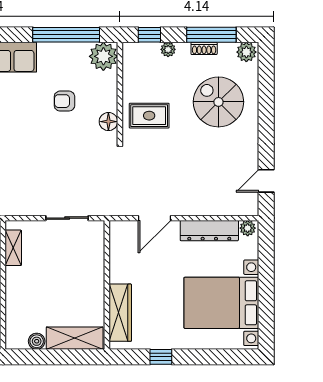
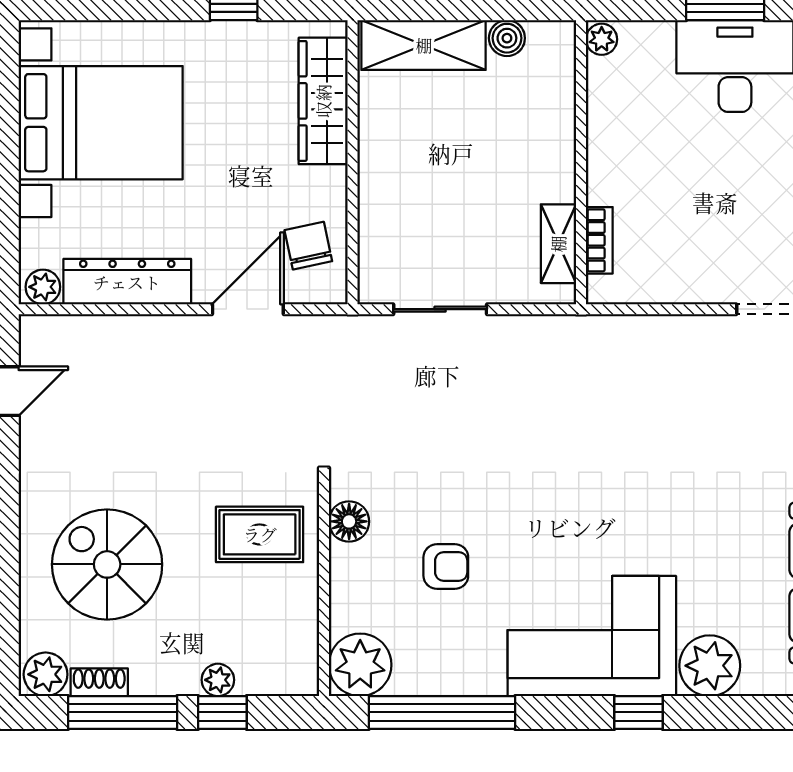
window: (149, 35) -> (222, 712), moved
shoe rack: (204, 48) -> (99, 682), moved
spiral stairs: (218, 102) -> (107, 564), turned 180
chair: (127, 247) -> (308, 246), added

